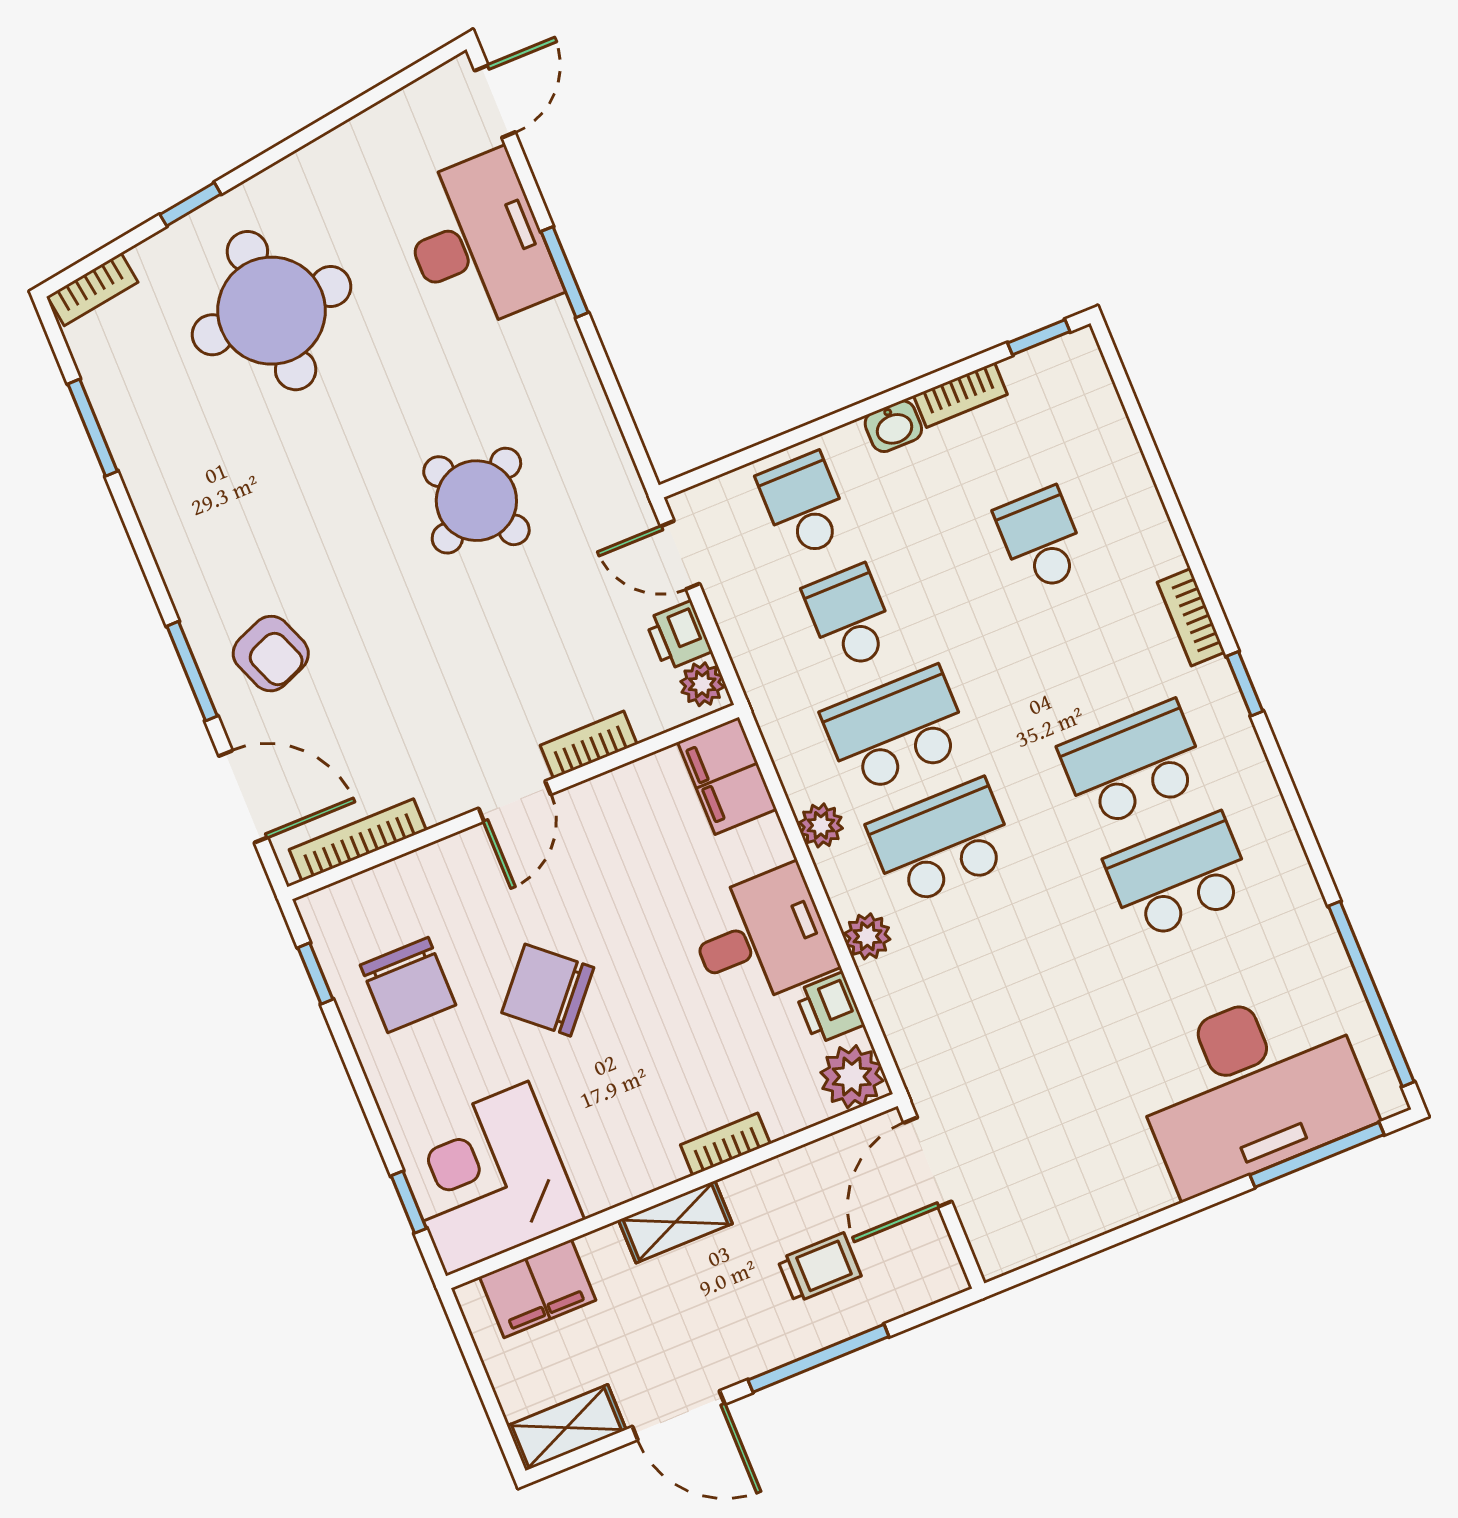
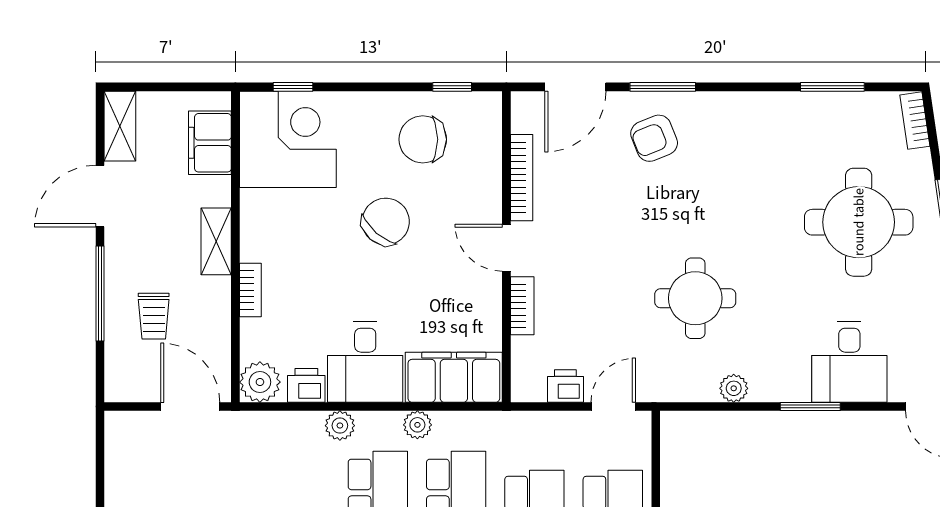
desk: (478, 242) -> (849, 362), width x0.73
round table: (476, 501) -> (695, 298), turned 30
plant: (702, 684) -> (734, 388), moved
filing cabinet: (727, 776) -> (454, 377), width x1.50, depth x1.17
bookcase: (358, 840) -> (522, 178), moved

